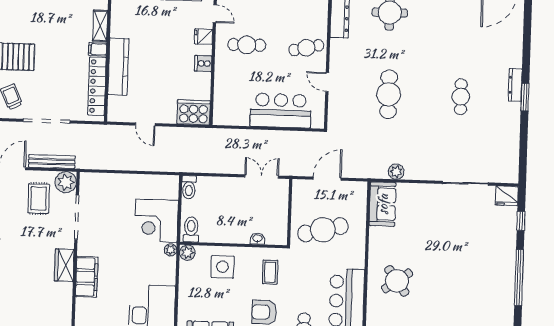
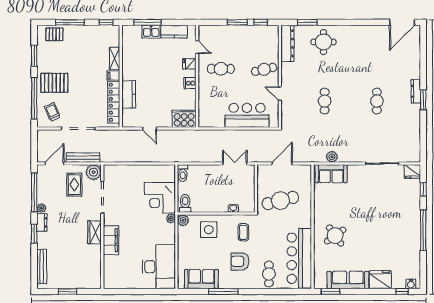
kitchen counter: (118, 67) -> (129, 94), width x0.67
cafe table: (389, 94) -> (325, 101), width x0.73, depth x0.74
sofa: (383, 204) -> (331, 174), moved, turned 90

